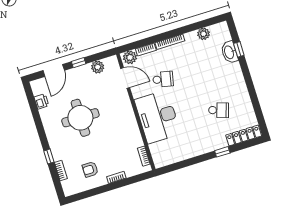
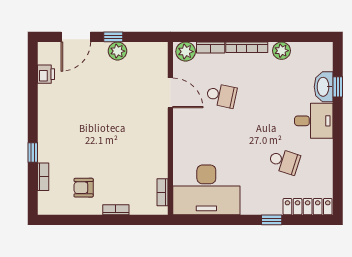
plant: (204, 34) -> (282, 51), moved
plant: (98, 67) -> (118, 51), moved
desk: (230, 77) -> (314, 121), added
door: (125, 78) -> (170, 93), moved
desk: (158, 117) -> (206, 190), moved, turned -90
round table: (80, 118) -> (92, 113), removed

